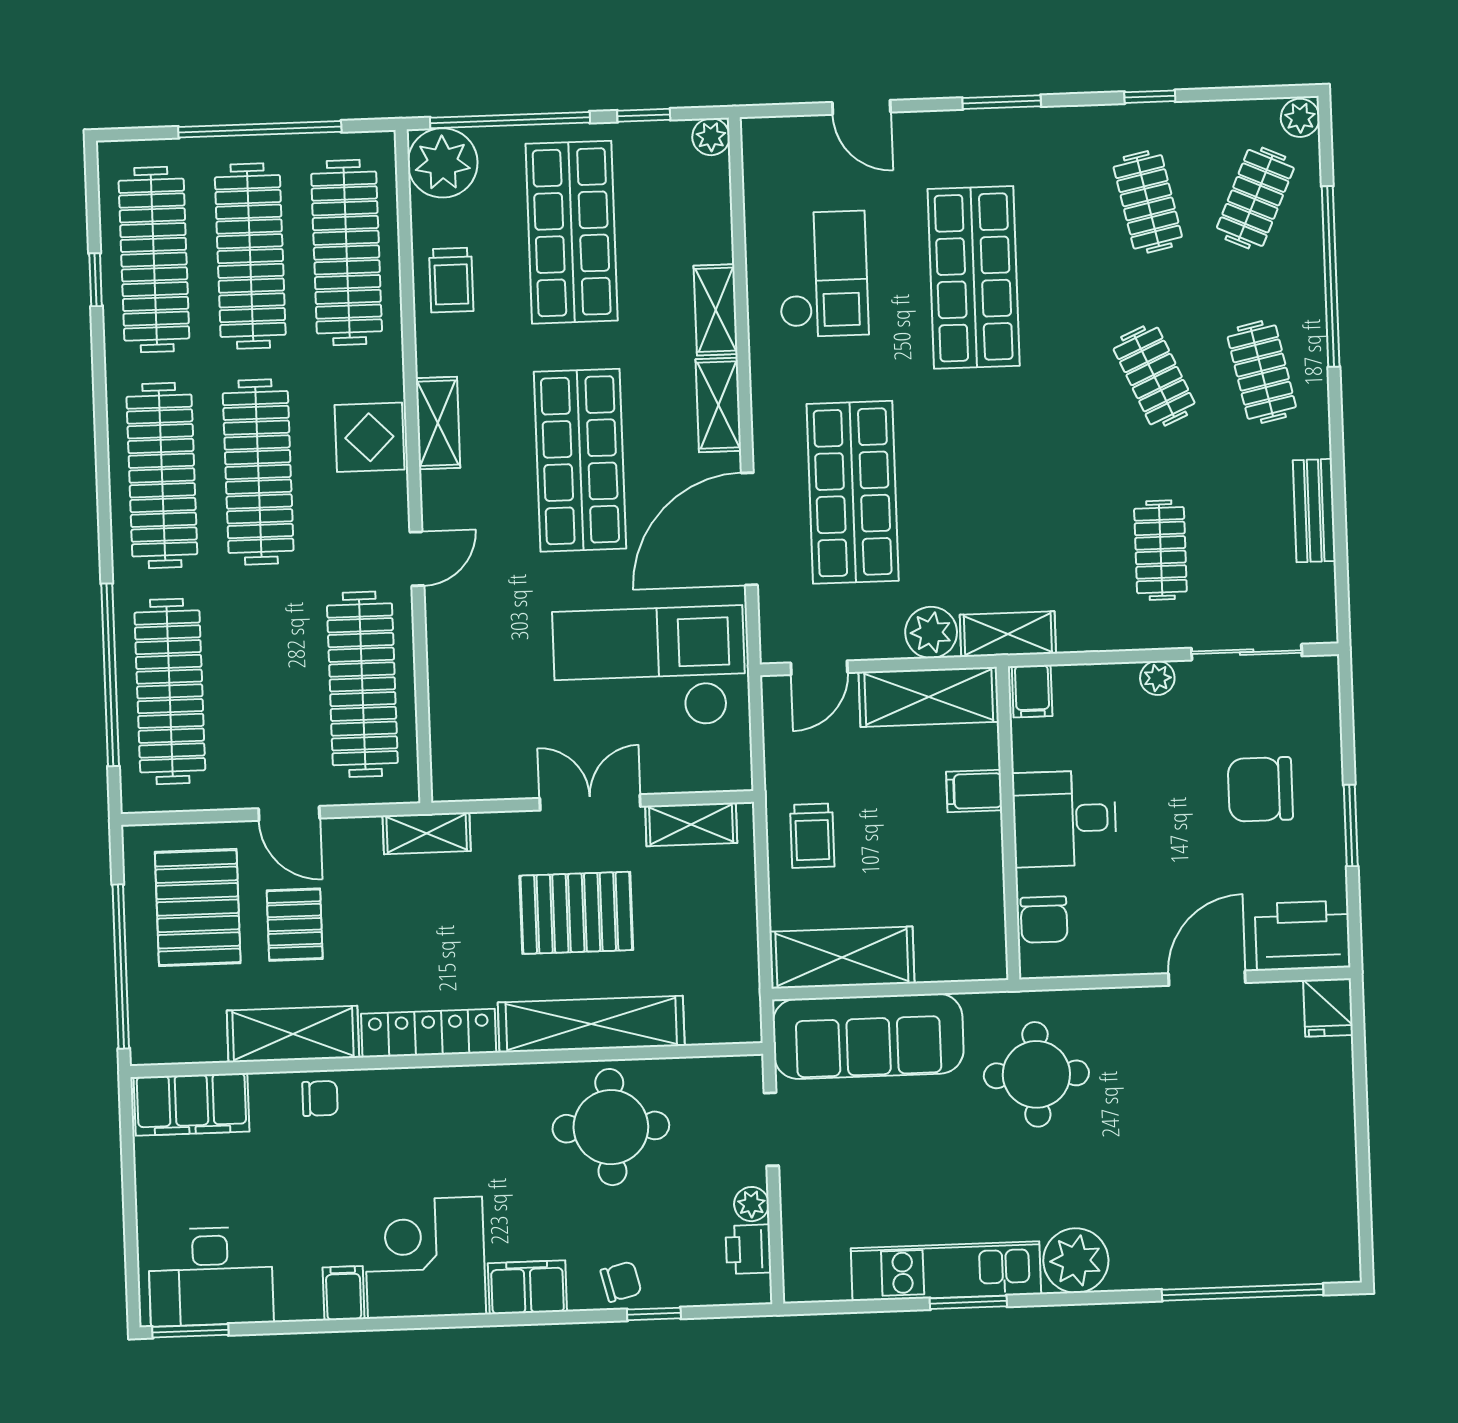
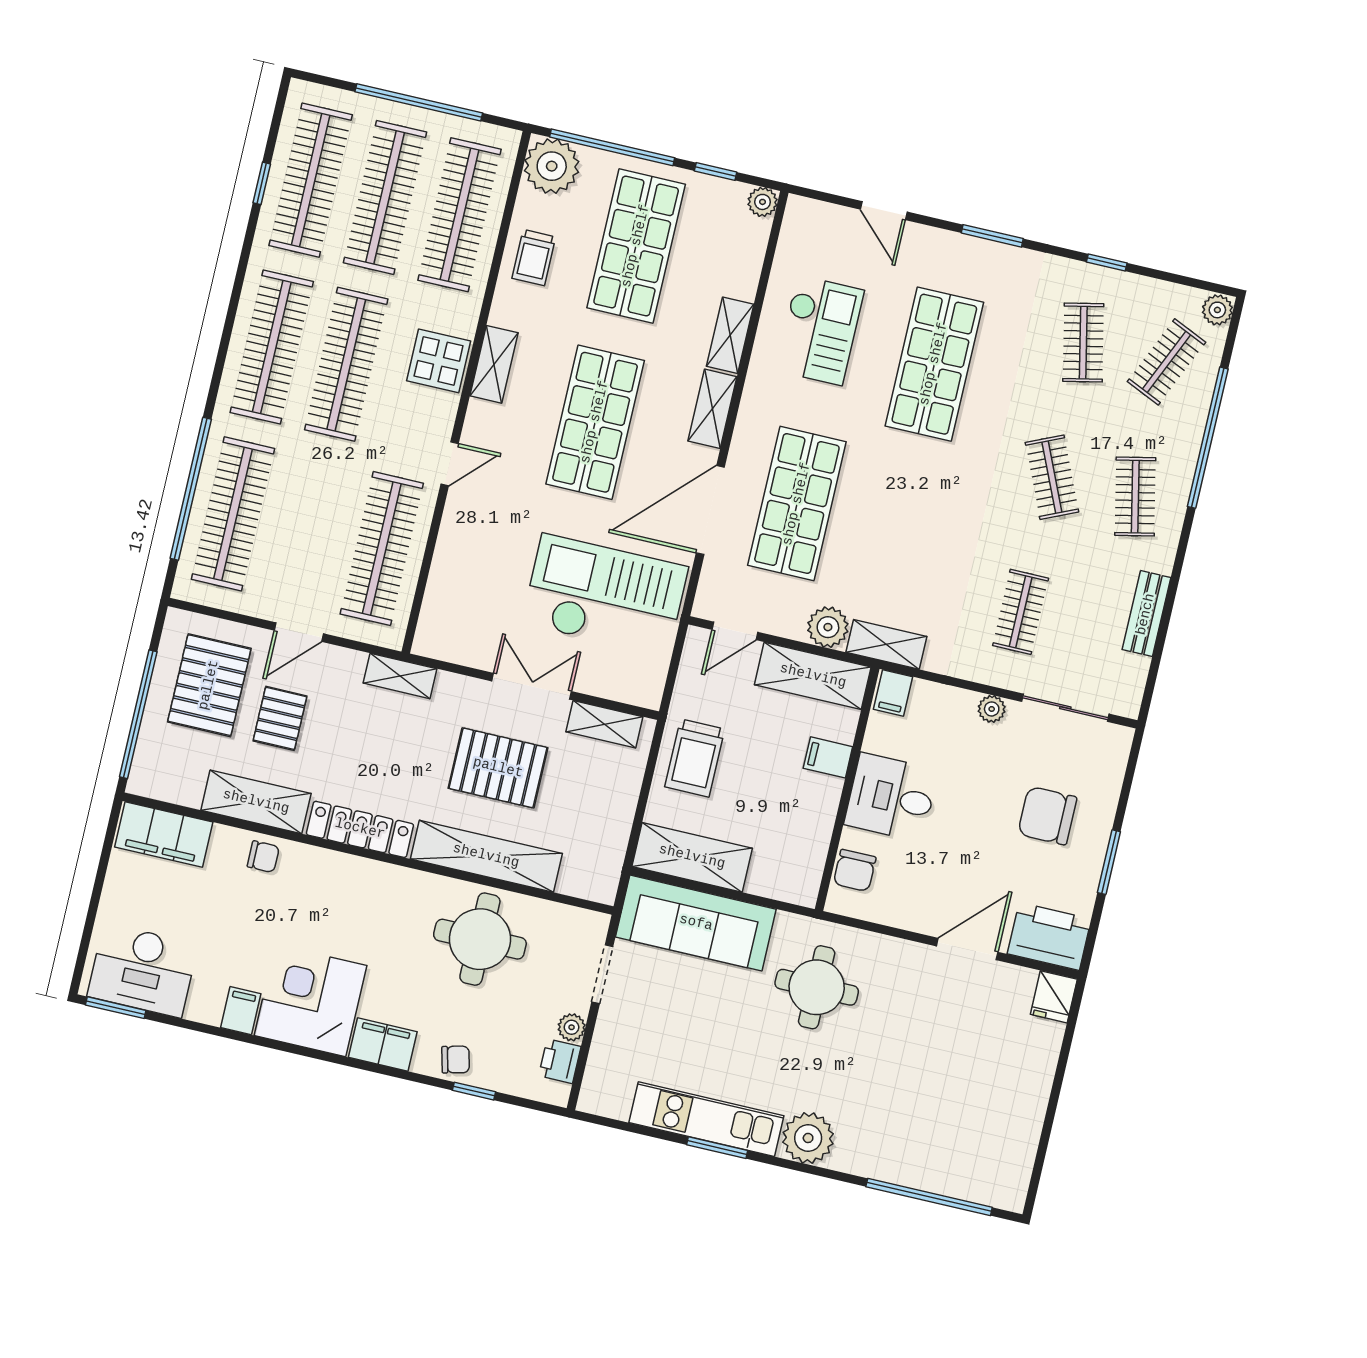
door: (289, 813) -> (299, 632), hinge flipped
trolley: (812, 836) -> (695, 758), width x1.36, depth x1.39

